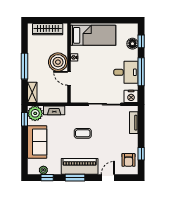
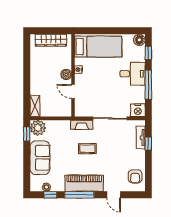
floor lamp: (132, 44) -> (139, 40), moved
boiler: (58, 62) -> (66, 74), width x0.54, depth x0.54
window: (24, 66) -> (27, 79), removed
desk: (126, 72) -> (133, 74), moved
fireplace: (54, 110) -> (82, 125), moved
window: (141, 154) -> (148, 144), moved
window: (75, 178) -> (79, 195), width x1.44
door: (108, 178) -> (114, 195), swing flipped

